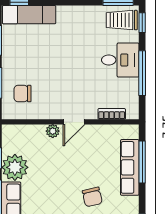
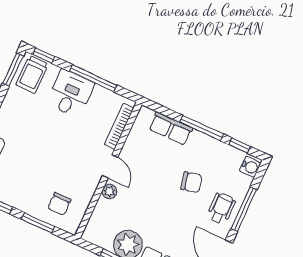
bookcase: (112, 114) -> (119, 126), width x1.56
window: (142, 162) -> (202, 128), moved
row of seats: (130, 167) -> (171, 128), width x0.68

